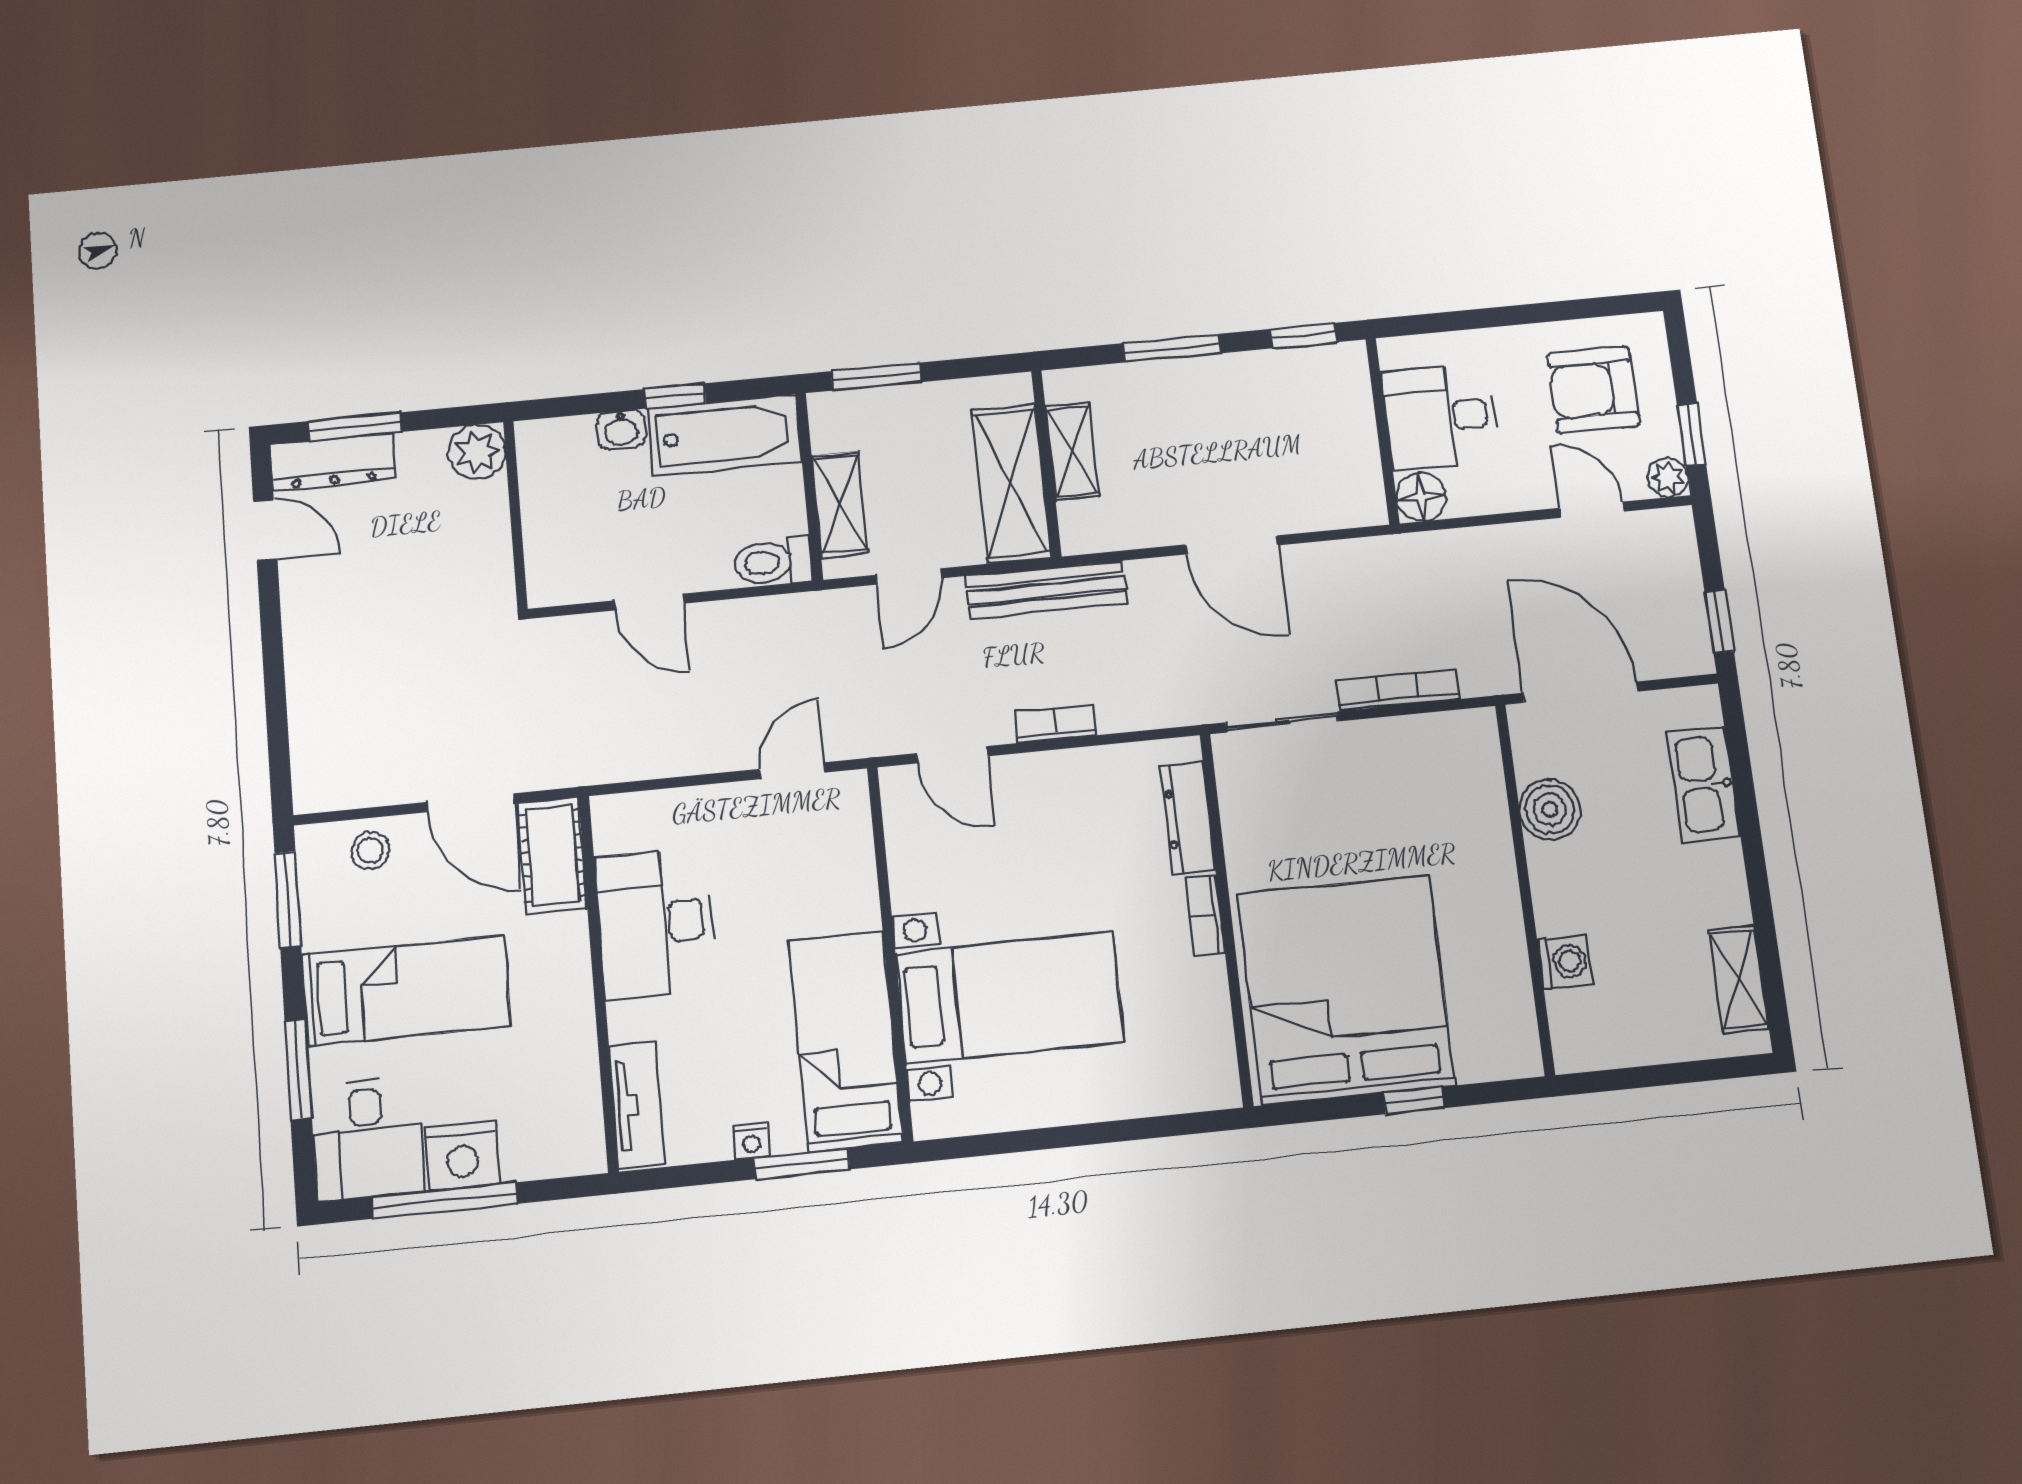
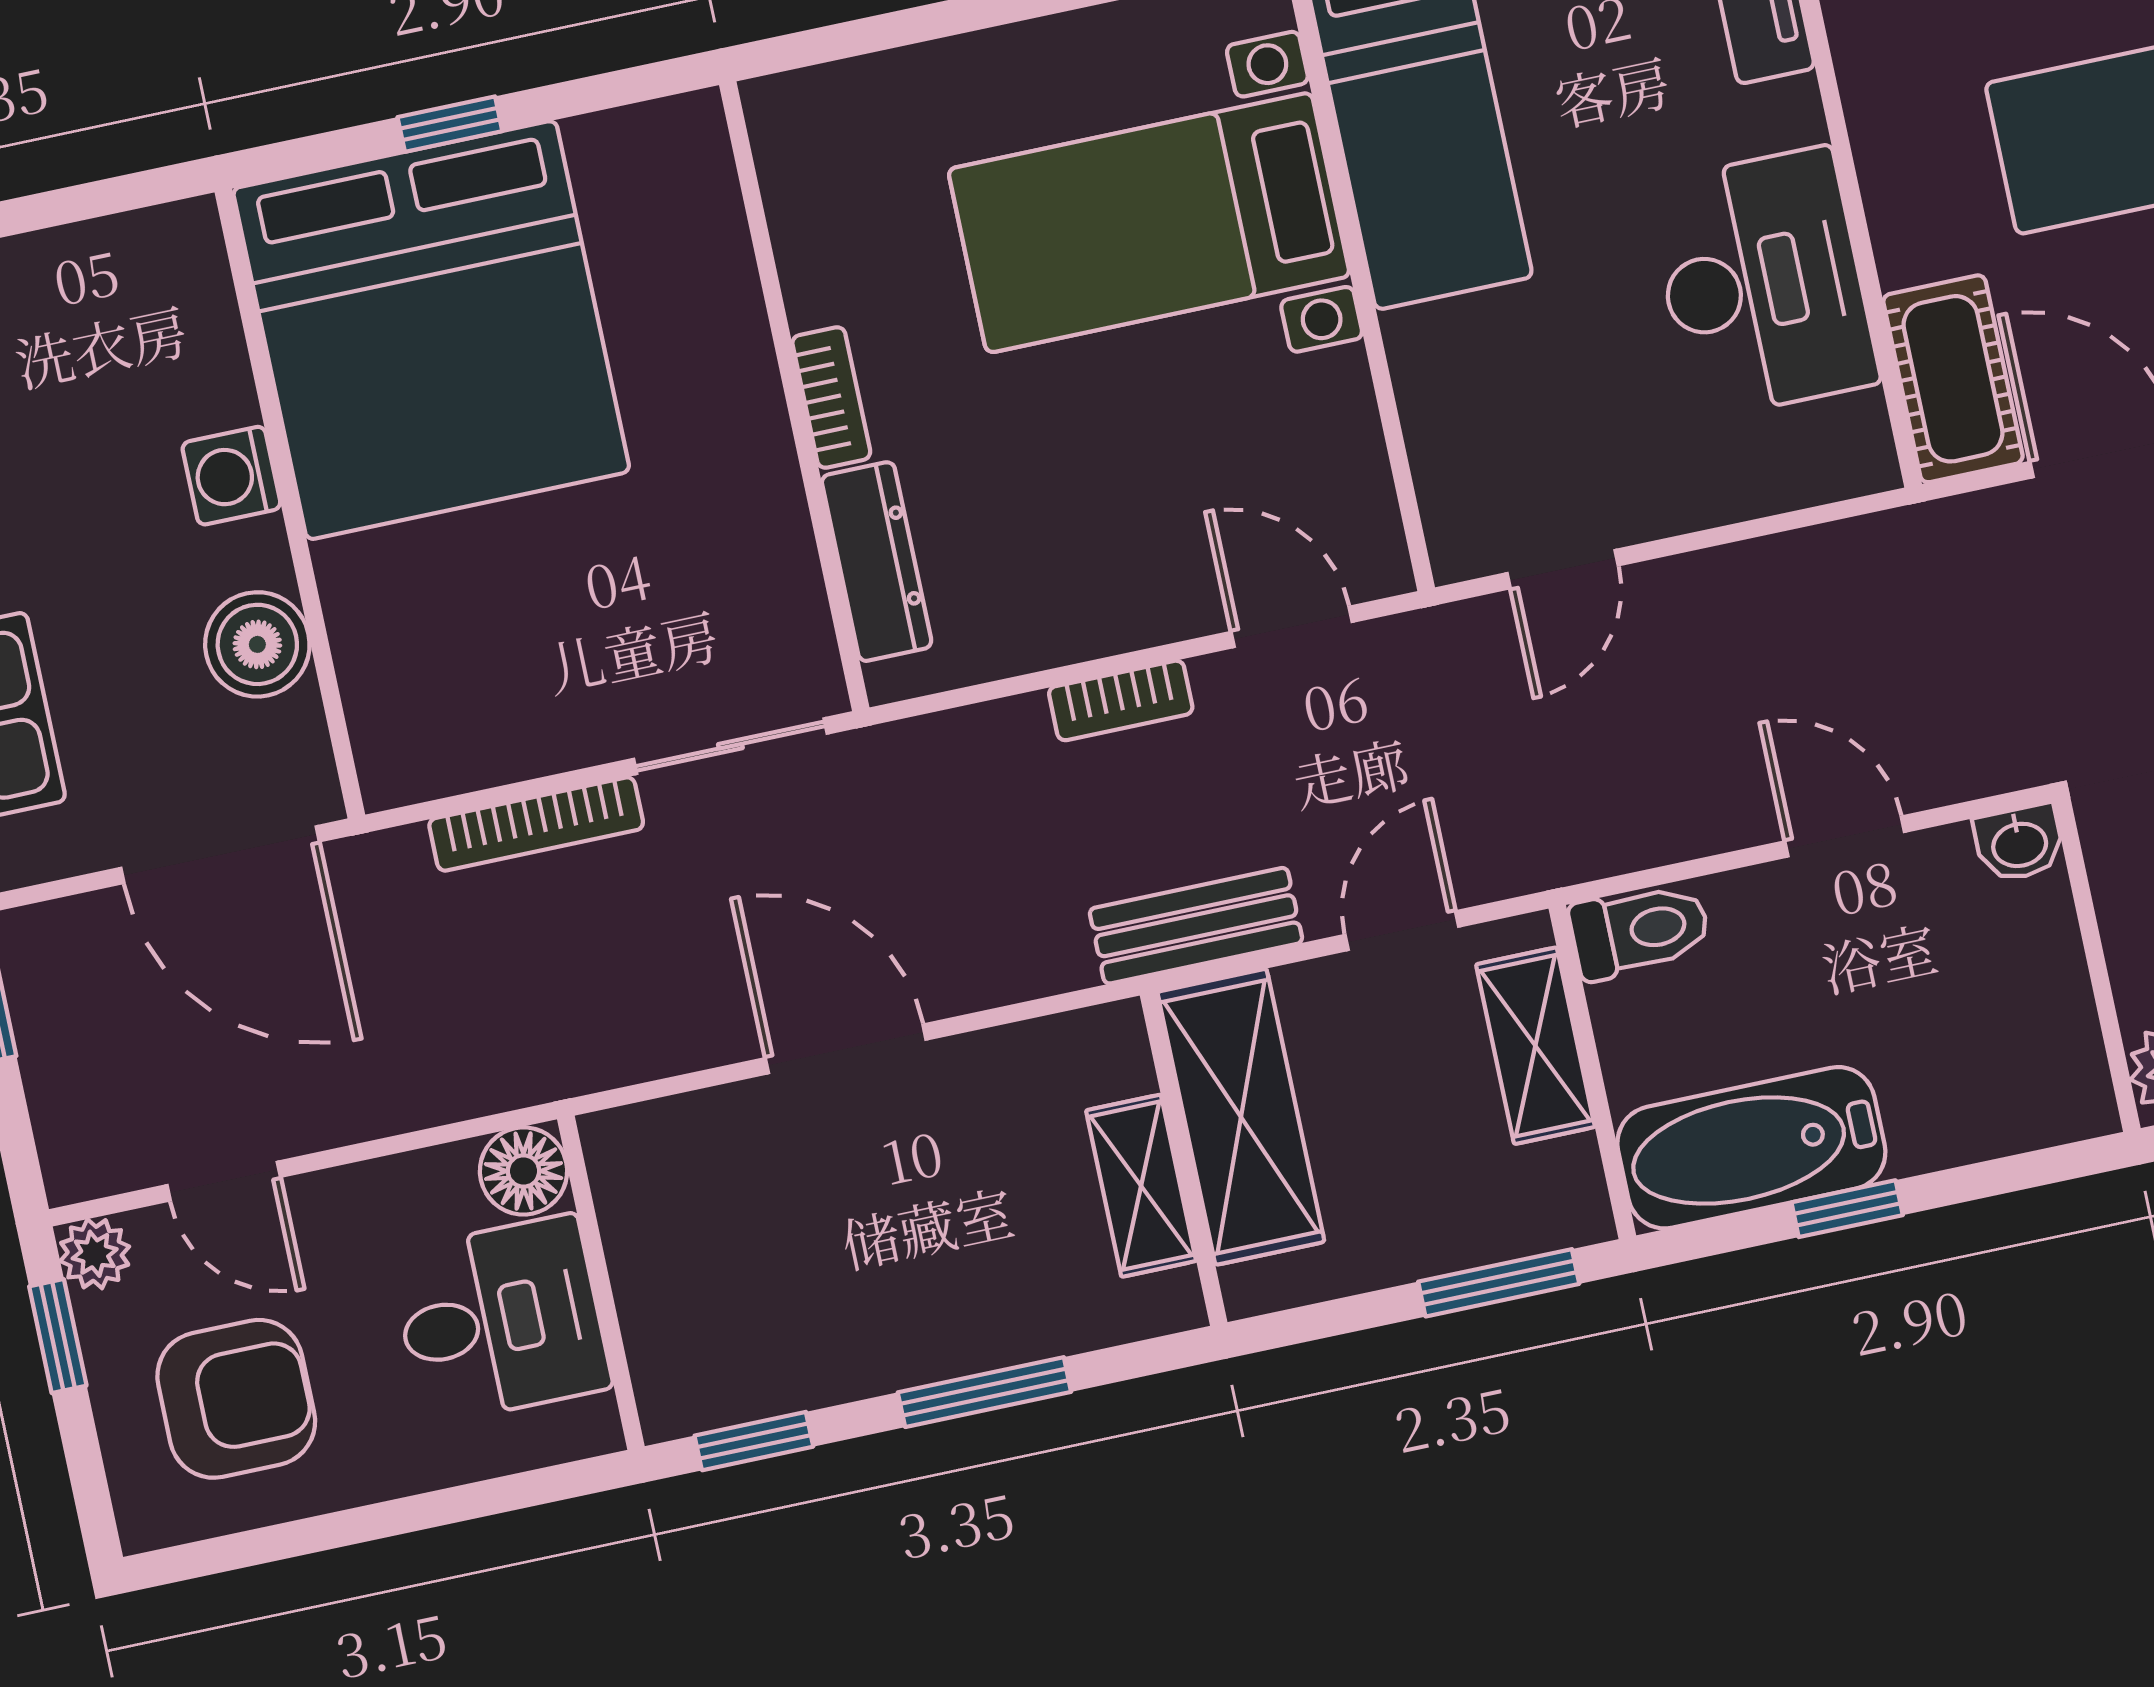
washbasin: (621, 429) -> (2019, 843), moved, turned 180
bench: (1046, 590) -> (1196, 926), width x0.73
washing machine: (1565, 962) -> (231, 476), moved
bed: (1346, 989) -> (431, 330), moved

